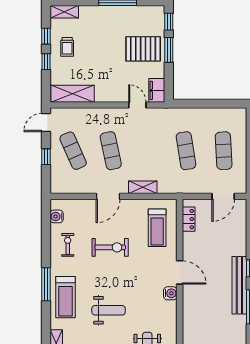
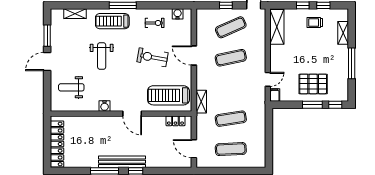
shelving: (64, 12) -> (343, 33), moved
pallet: (143, 49) -> (313, 84), turned 90
filing cabinet: (157, 90) -> (275, 95), width x0.50
shelving: (143, 187) -> (201, 102), moved
treadmill: (157, 228) -> (168, 95), width x1.37, depth x1.38
exercise bike: (110, 247) -> (153, 57), turned 100
door: (180, 272) -> (132, 114), hinge flipped
water cooler: (170, 293) -> (105, 106), moved

